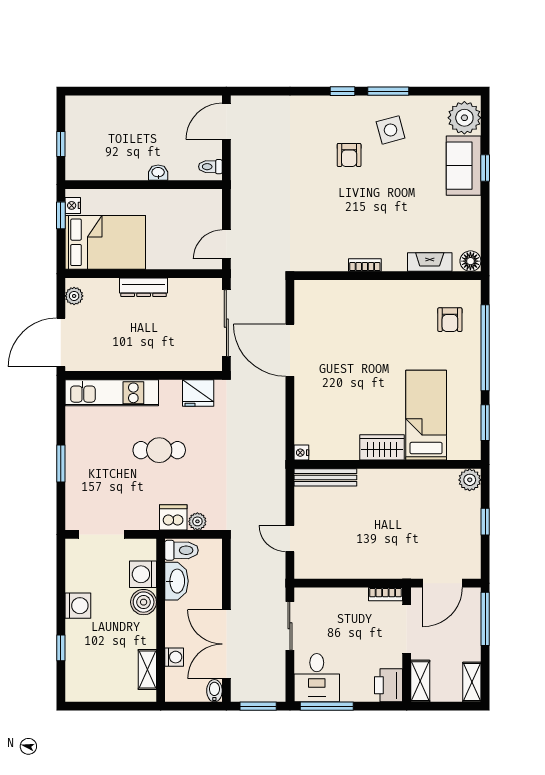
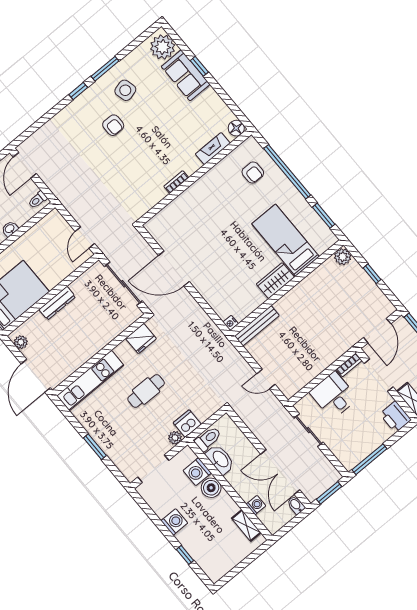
plant: (197, 521) -> (175, 438), moved
desk: (317, 678) -> (334, 395), moved, turned 180

